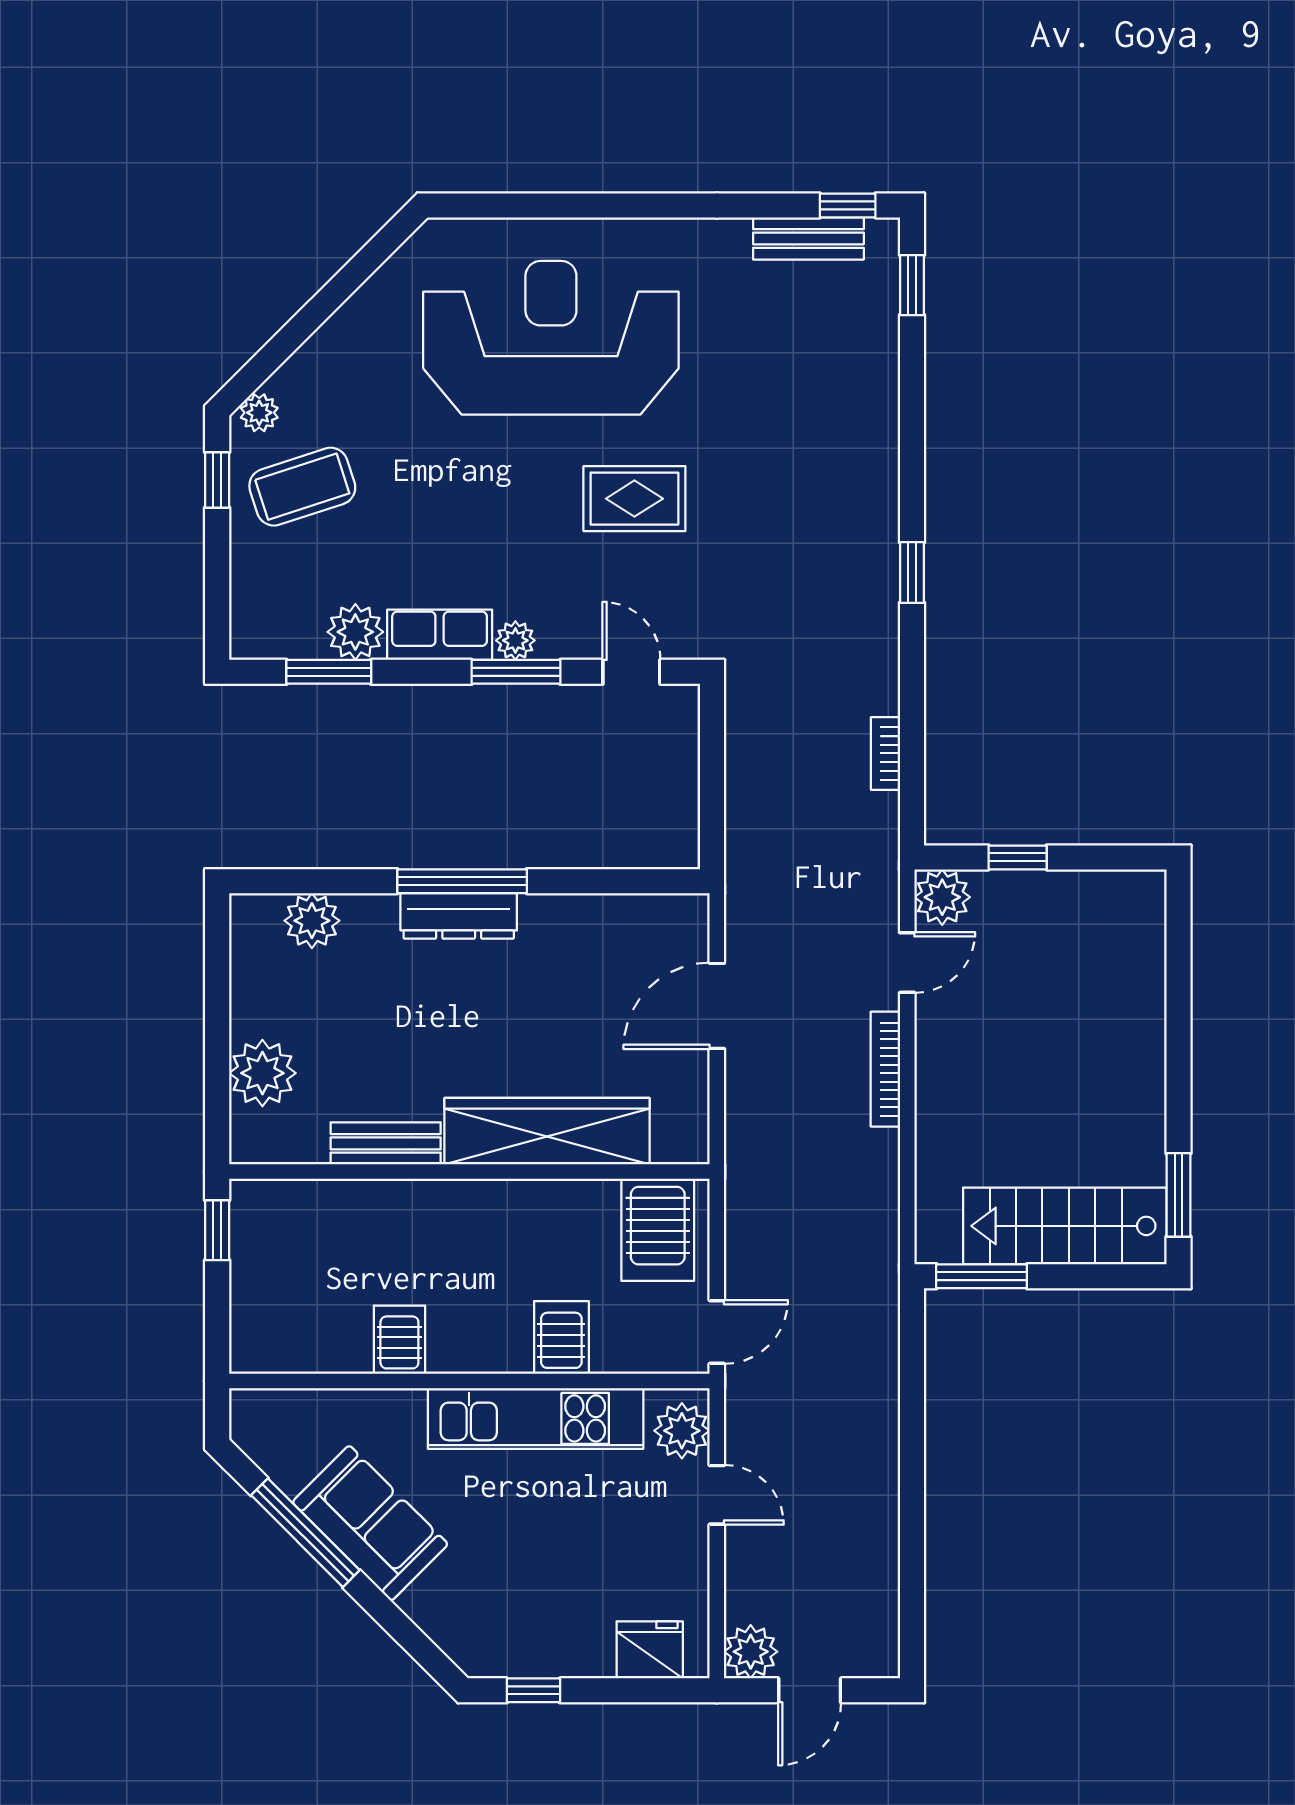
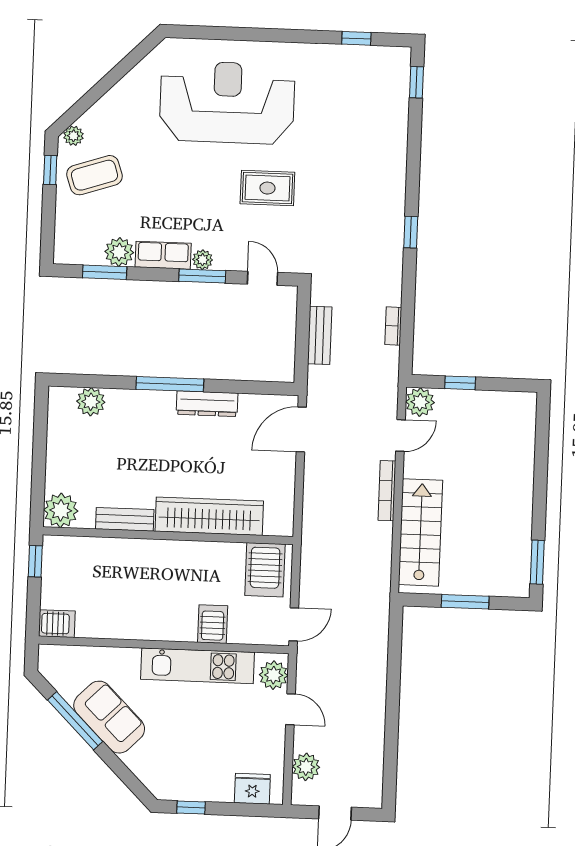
window: (848, 205) -> (356, 38), moved
bench: (808, 238) -> (320, 335), moved, turned 90
dresser: (459, 916) -> (207, 404), moved
door: (717, 1006) -> (301, 429), moved
plant: (262, 1073) -> (61, 510), moved
stairs: (1065, 1226) -> (421, 532), moved, turned 90
window: (982, 1276) -> (465, 602), moved
server rack: (399, 1340) -> (57, 624), moved, turned 90
plant: (751, 1652) -> (306, 767), moved

